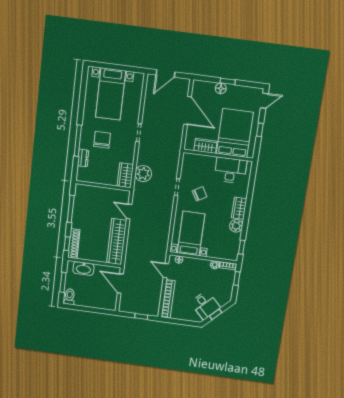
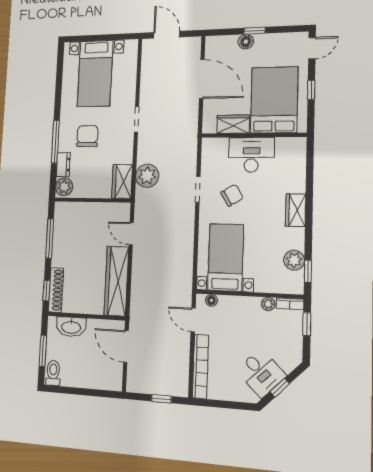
door: (165, 73) -> (167, 35), swing flipped
desk: (230, 170) -> (251, 155), moved
plant: (83, 174) -> (64, 187), added
plant: (236, 226) -> (294, 260), moved

